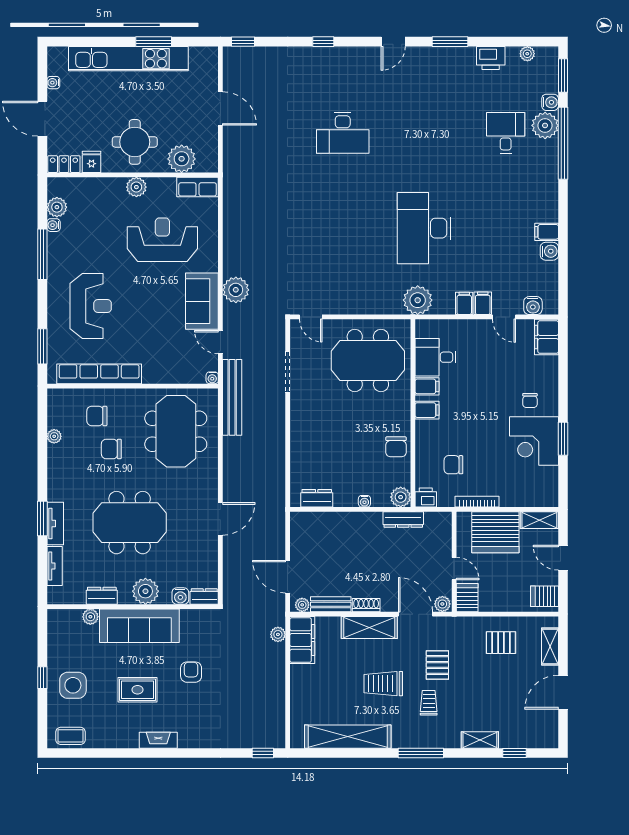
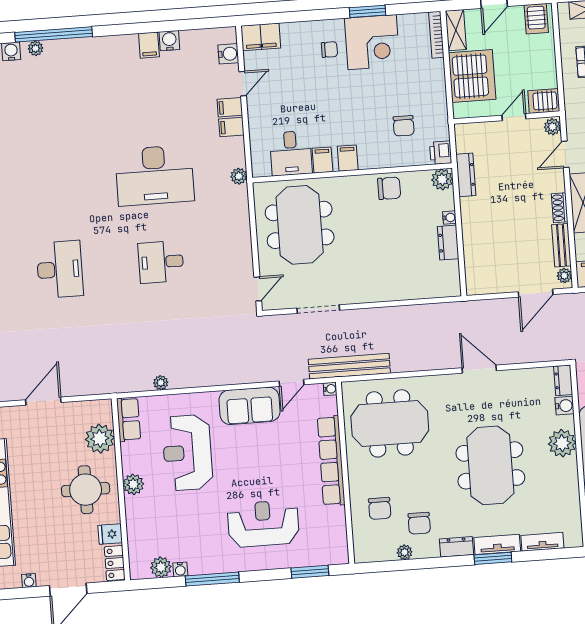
plant: (545, 125) -> (36, 48), width x0.53, depth x0.53
desk: (506, 133) -> (161, 262), moved
plant: (236, 290) -> (161, 383), moved, width x0.53, depth x0.53
plant: (418, 300) -> (239, 176), width x0.53, depth x0.53
row of seats: (99, 374) -> (331, 461), moved
chair: (111, 449) -> (419, 523), moved
dresser: (317, 498) -> (448, 243), moved
bookcase: (477, 502) -> (436, 35), moved
dresser: (102, 596) -> (457, 547), moved, turned 90
door: (416, 614) -> (565, 154), width x0.73

